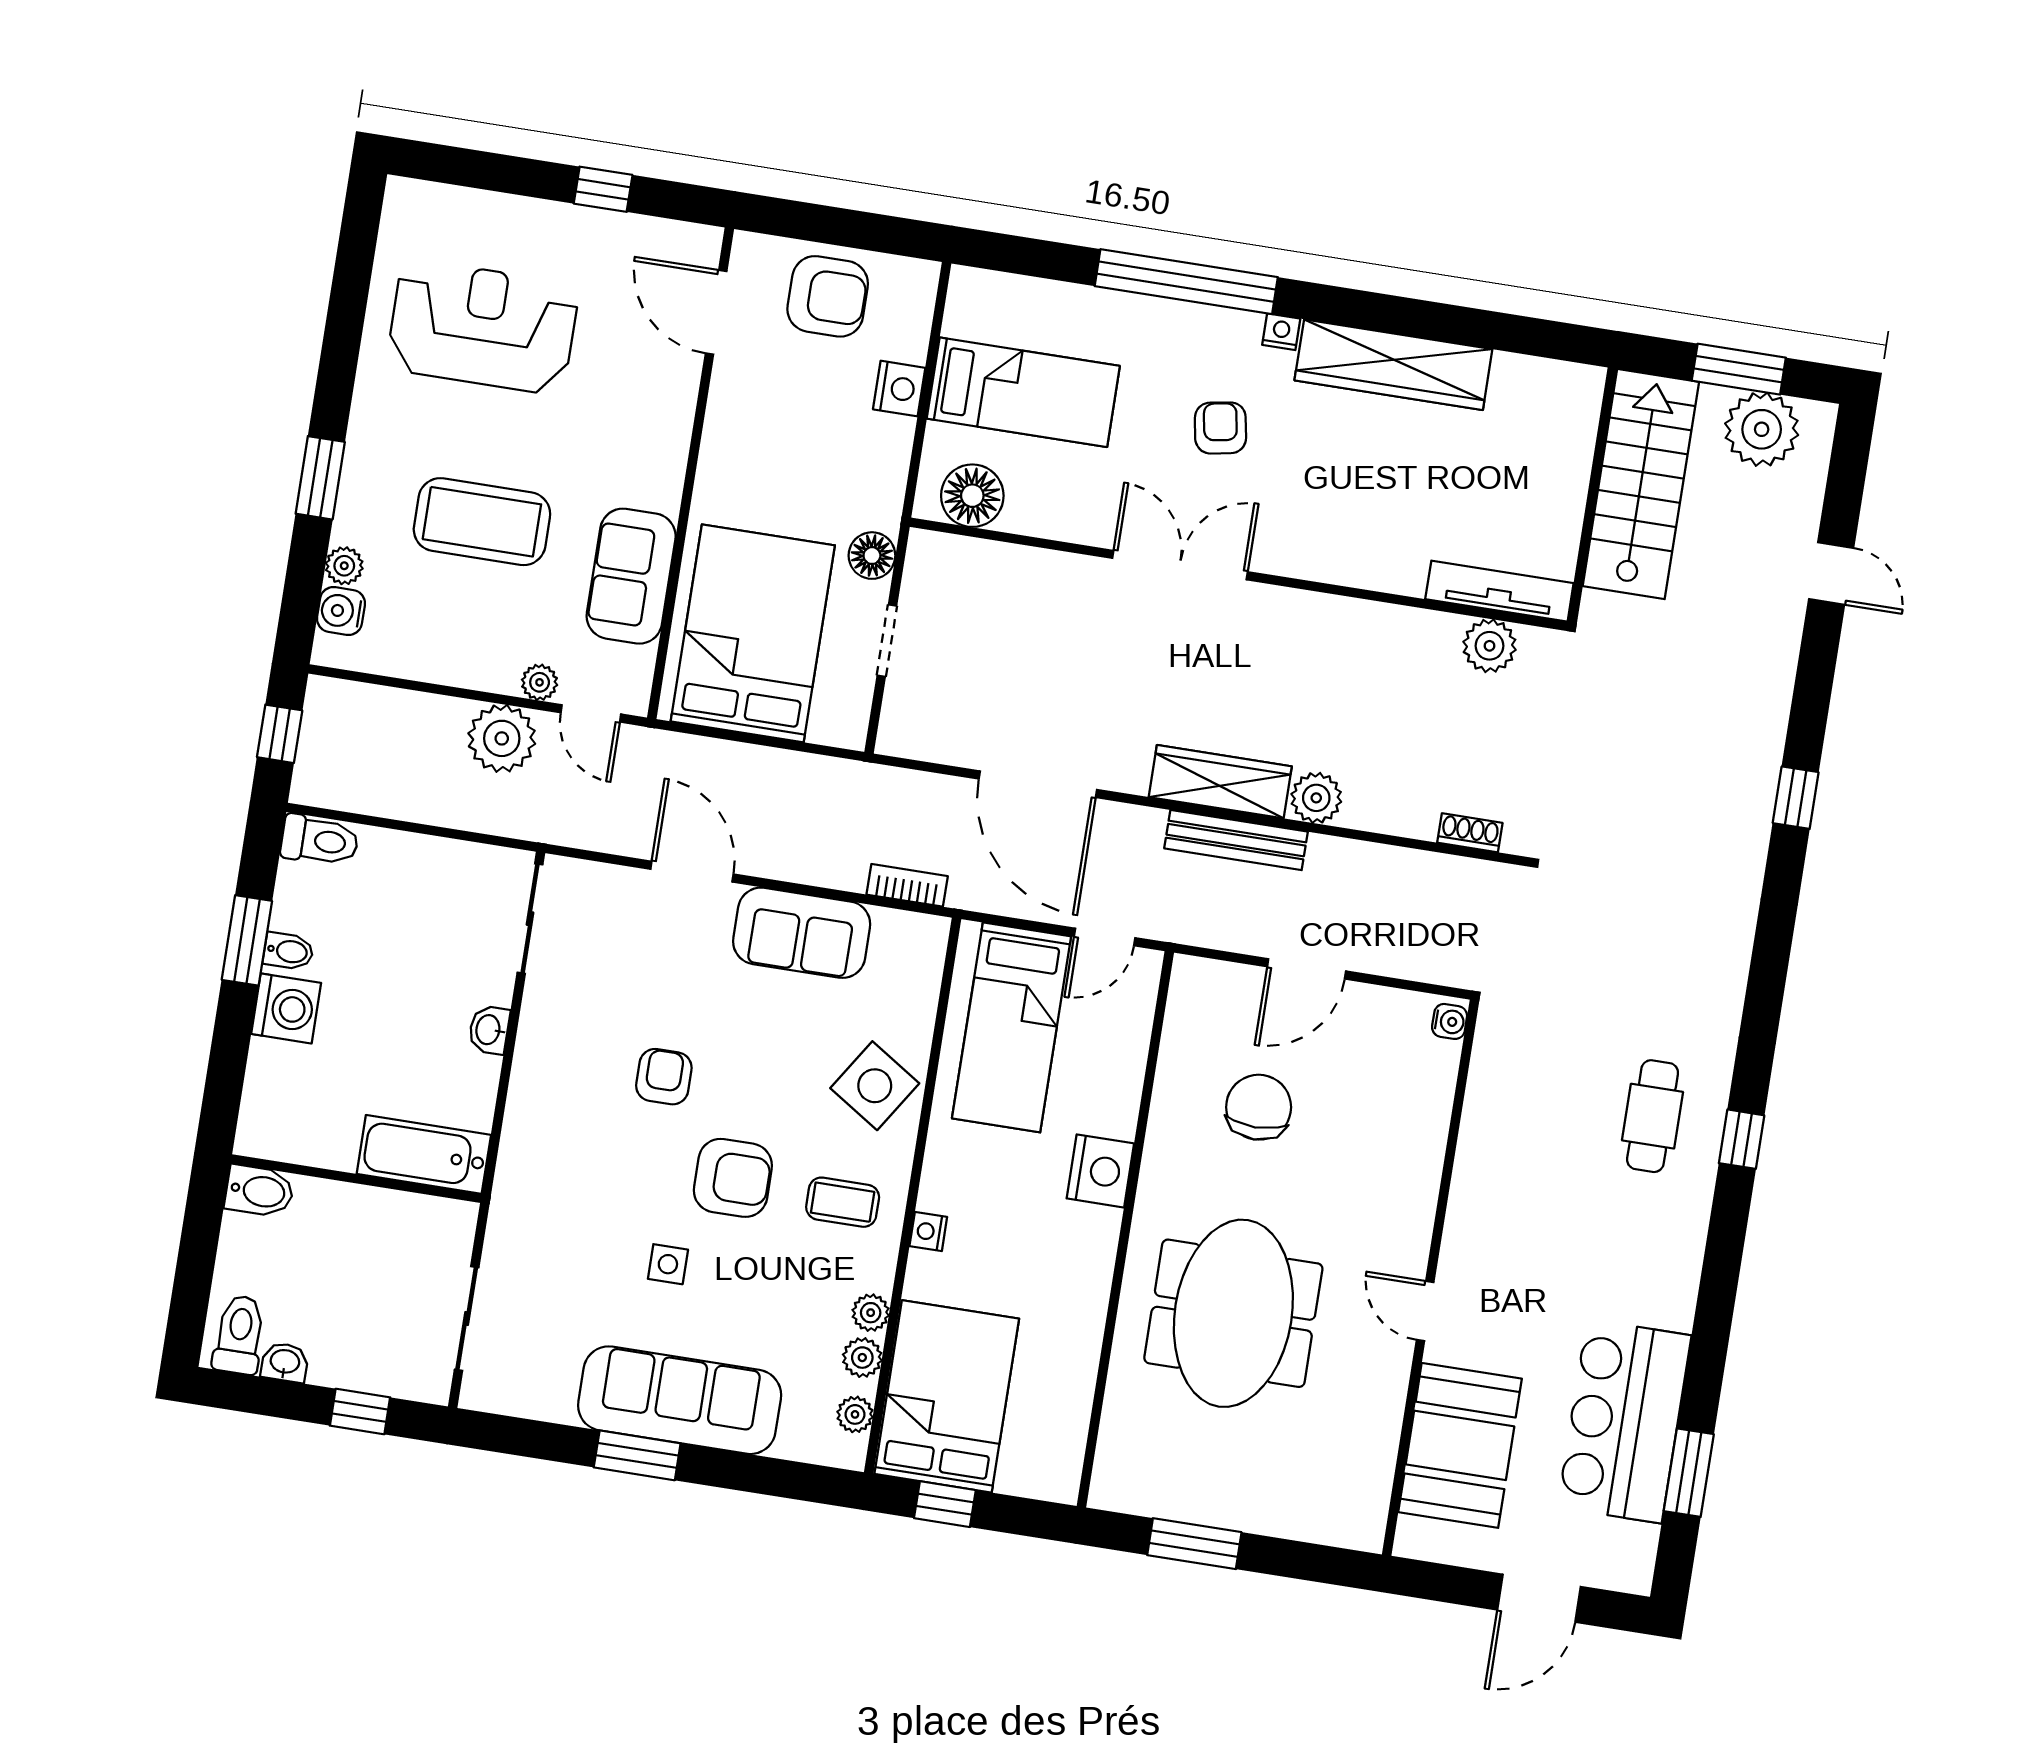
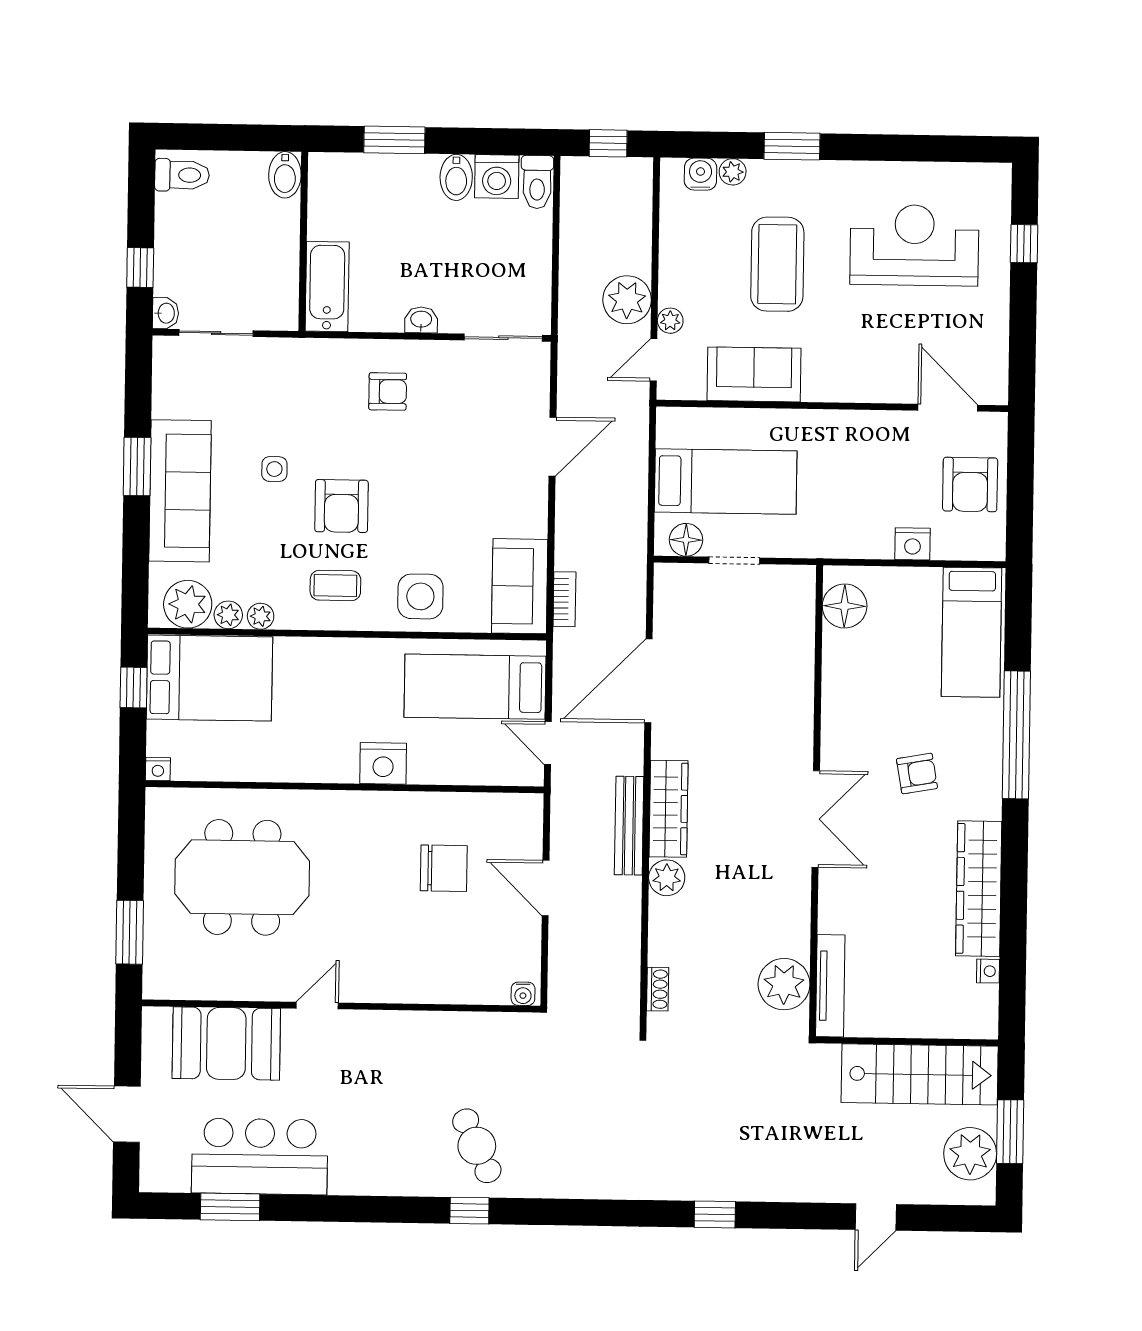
window: (603, 189) -> (1024, 244), moved
door: (716, 312) -> (948, 408), hinge flipped
reception desk: (483, 327) -> (914, 245), turned -90
nightstand: (1281, 332) -> (988, 971), moved
bed: (1023, 392) -> (972, 632), moved
floor lamp: (872, 556) -> (686, 540), moved
double door: (1180, 565) -> (816, 819), moved
bed: (753, 633) -> (726, 481), width x0.67
plant: (1490, 646) -> (784, 984), width x1.36, depth x1.36
sofa: (802, 933) -> (520, 586), moved
window: (247, 940) -> (394, 140), moved
bidet: (288, 951) -> (456, 177), width x1.38, depth x1.36
washing machine: (286, 1008) -> (497, 177), moved
armchair: (664, 1077) -> (388, 391), moved
side table: (875, 1086) -> (420, 596), turned -33
cafe table: (1653, 1116) -> (477, 1146), turned 65
coffee table: (843, 1202) -> (335, 585), turned 90
nightstand: (928, 1232) -> (158, 769), moved, turned 180
meeting table: (1233, 1313) -> (242, 877), moved
washbasin: (285, 1362) -> (166, 313), moved
plant: (855, 1414) -> (188, 604), width x1.88, depth x1.88
window: (1194, 1544) -> (130, 932), moved

